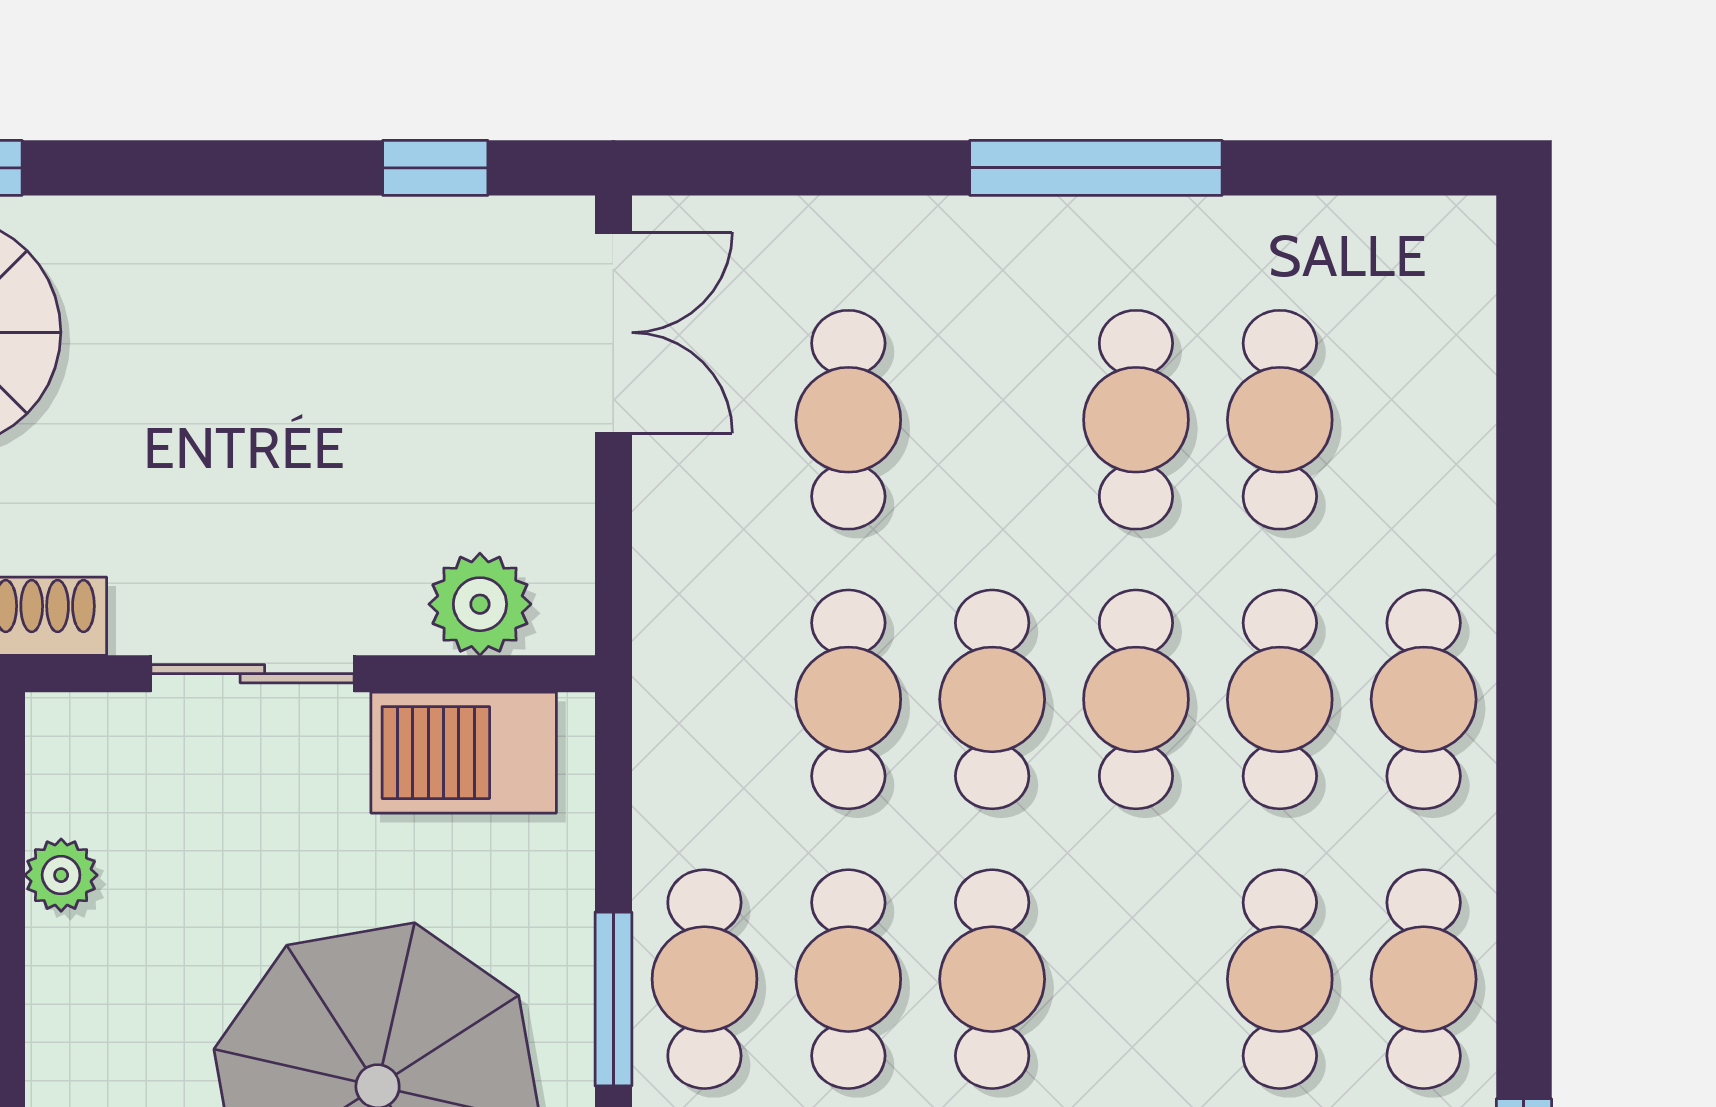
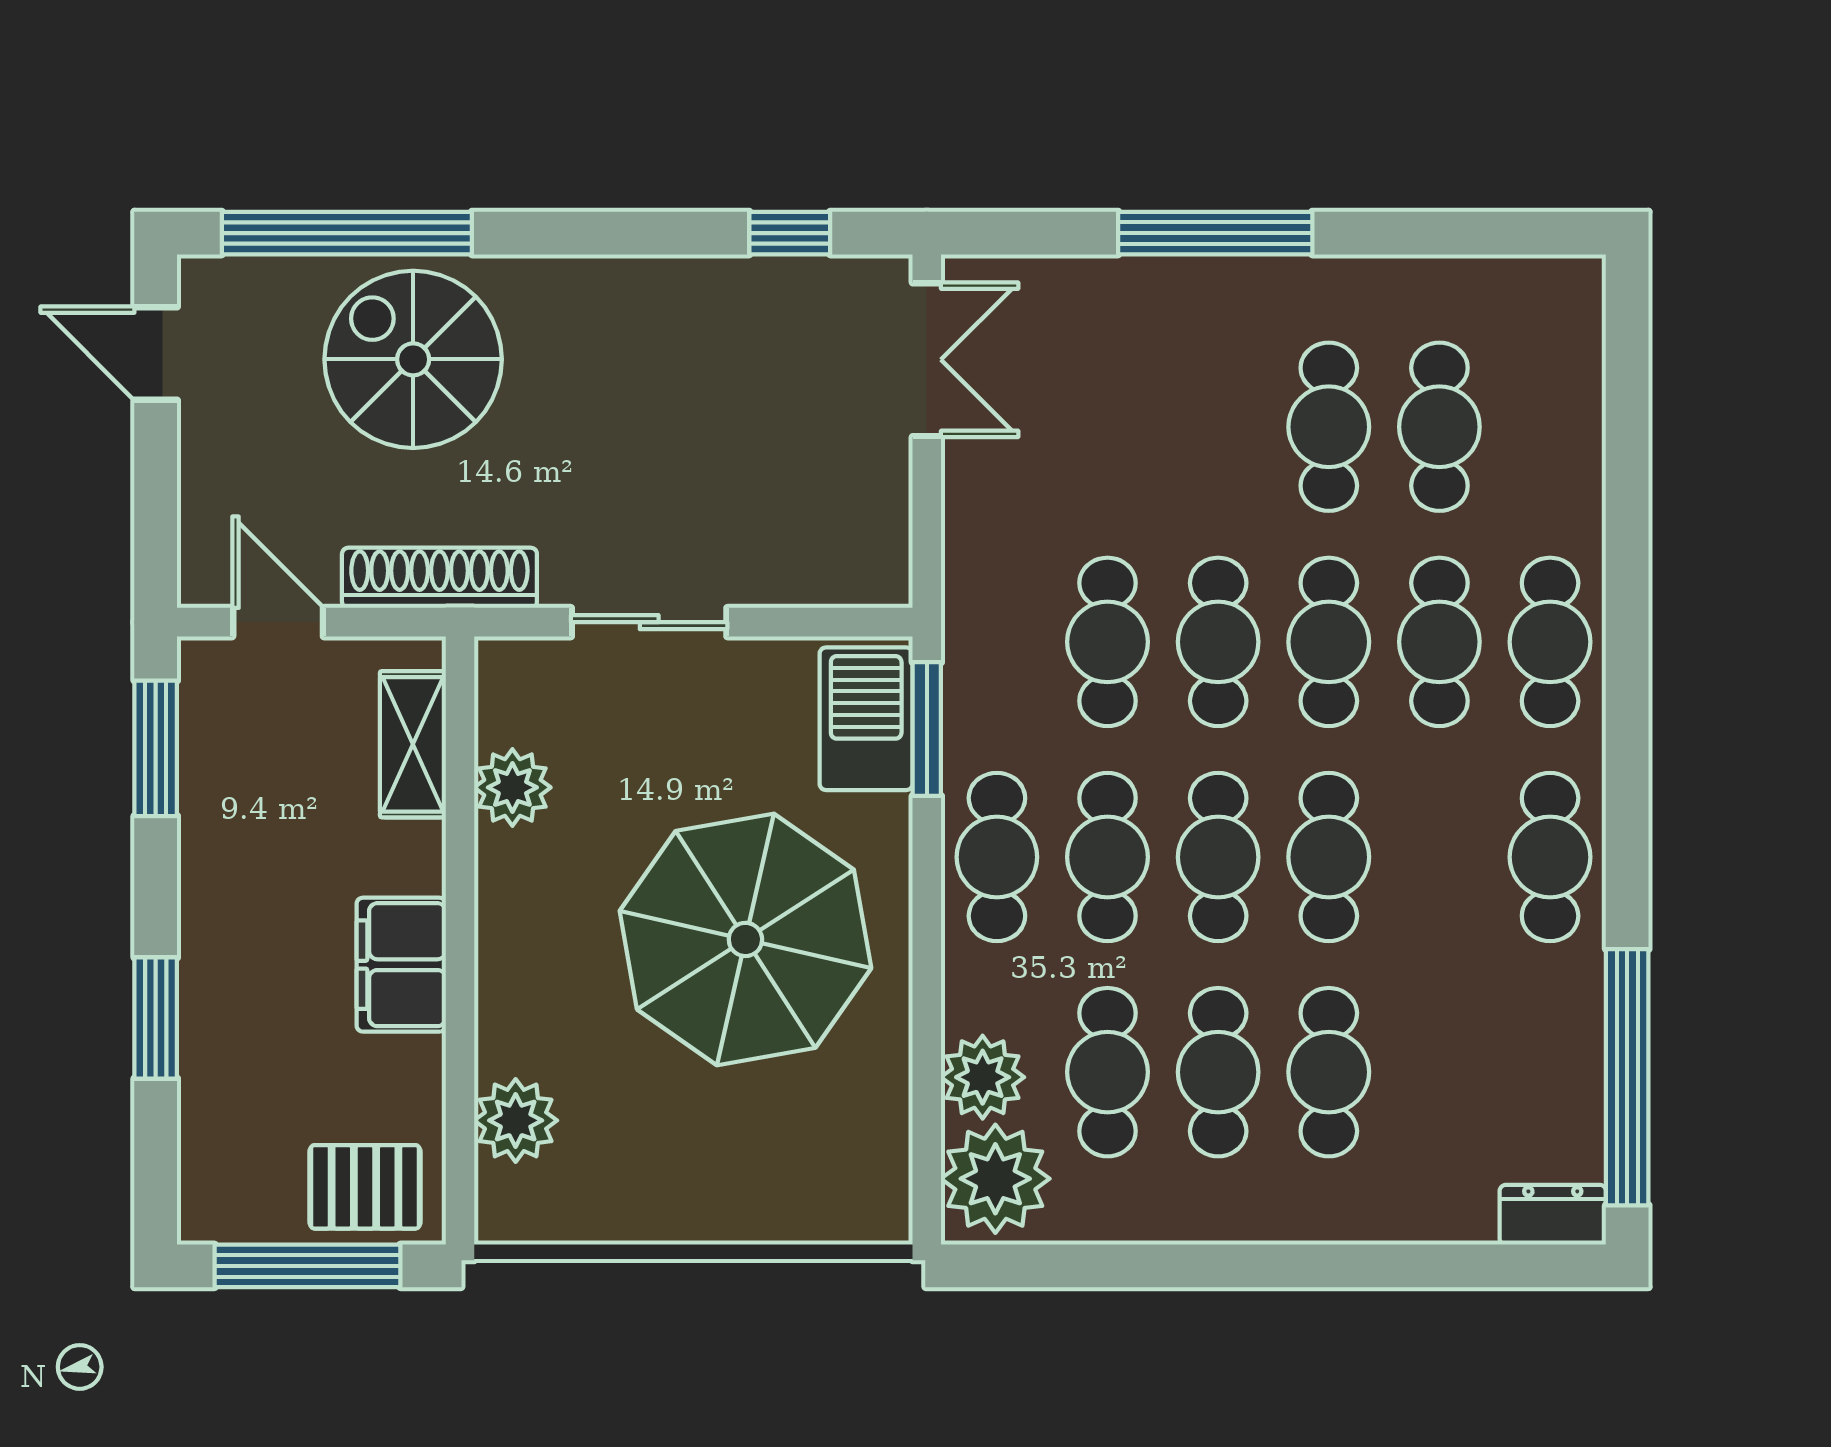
window: (1096, 168) -> (1215, 233), moved
cafe table: (848, 420) -> (1108, 427), removed
plant: (480, 604) -> (824, 569), removed
barbecue: (464, 753) -> (866, 719), moved, turned 90
plant: (61, 875) -> (512, 787), width x1.38, depth x1.38
cafe table: (1280, 979) -> (1329, 857), moved
window: (613, 999) -> (927, 729), moved

